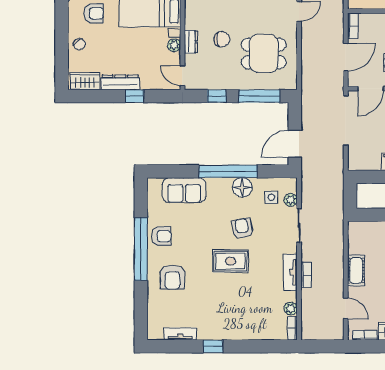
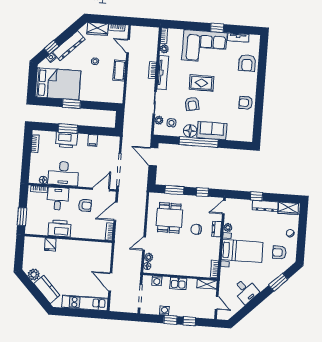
dining table: (264, 53) -> (169, 218), turned 90
door: (182, 76) -> (224, 207), swing flipped
window: (259, 96) -> (174, 190), width x0.69
door: (295, 144) -> (153, 157), swing flipped
sofa: (184, 190) -> (212, 131), moved
window: (141, 249) -> (260, 95), removed
tv unit: (290, 272) -> (163, 73), width x1.41
armchair: (172, 277) -> (247, 63), moved, turned 180
corner sofa: (230, 317) -> (204, 46), added

